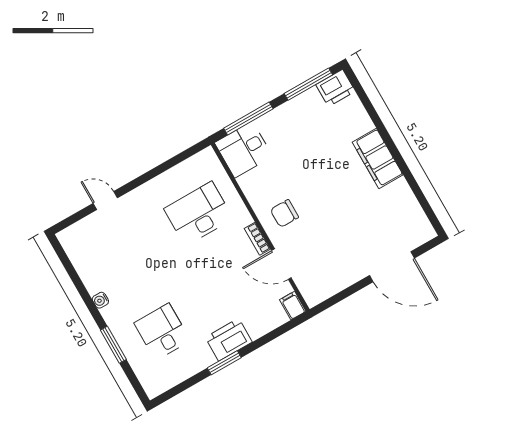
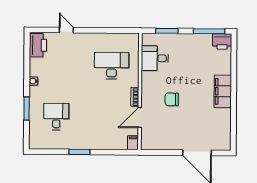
window: (248, 119) -> (167, 31), width x0.69
desk: (244, 150) -> (155, 58), moved
chair: (284, 213) -> (172, 99), moved
door: (281, 264) -> (140, 118), hinge flipped
printer: (229, 340) -> (38, 45), moved, turned 90

